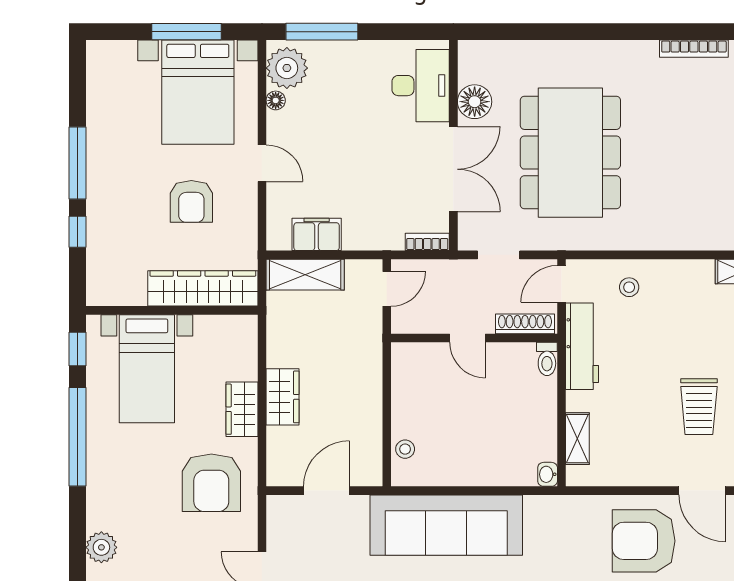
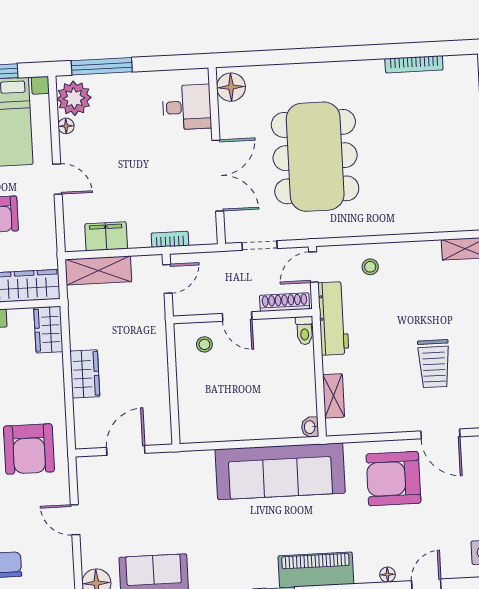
desk: (421, 86) -> (187, 107), width x0.73
floor lamp: (475, 102) -> (231, 87), moved
bookcase: (427, 242) -> (170, 239), moved
wardrobe: (242, 409) -> (48, 330), moved
stool: (405, 449) -> (204, 344), moved
sofa: (446, 525) -> (280, 471), moved

